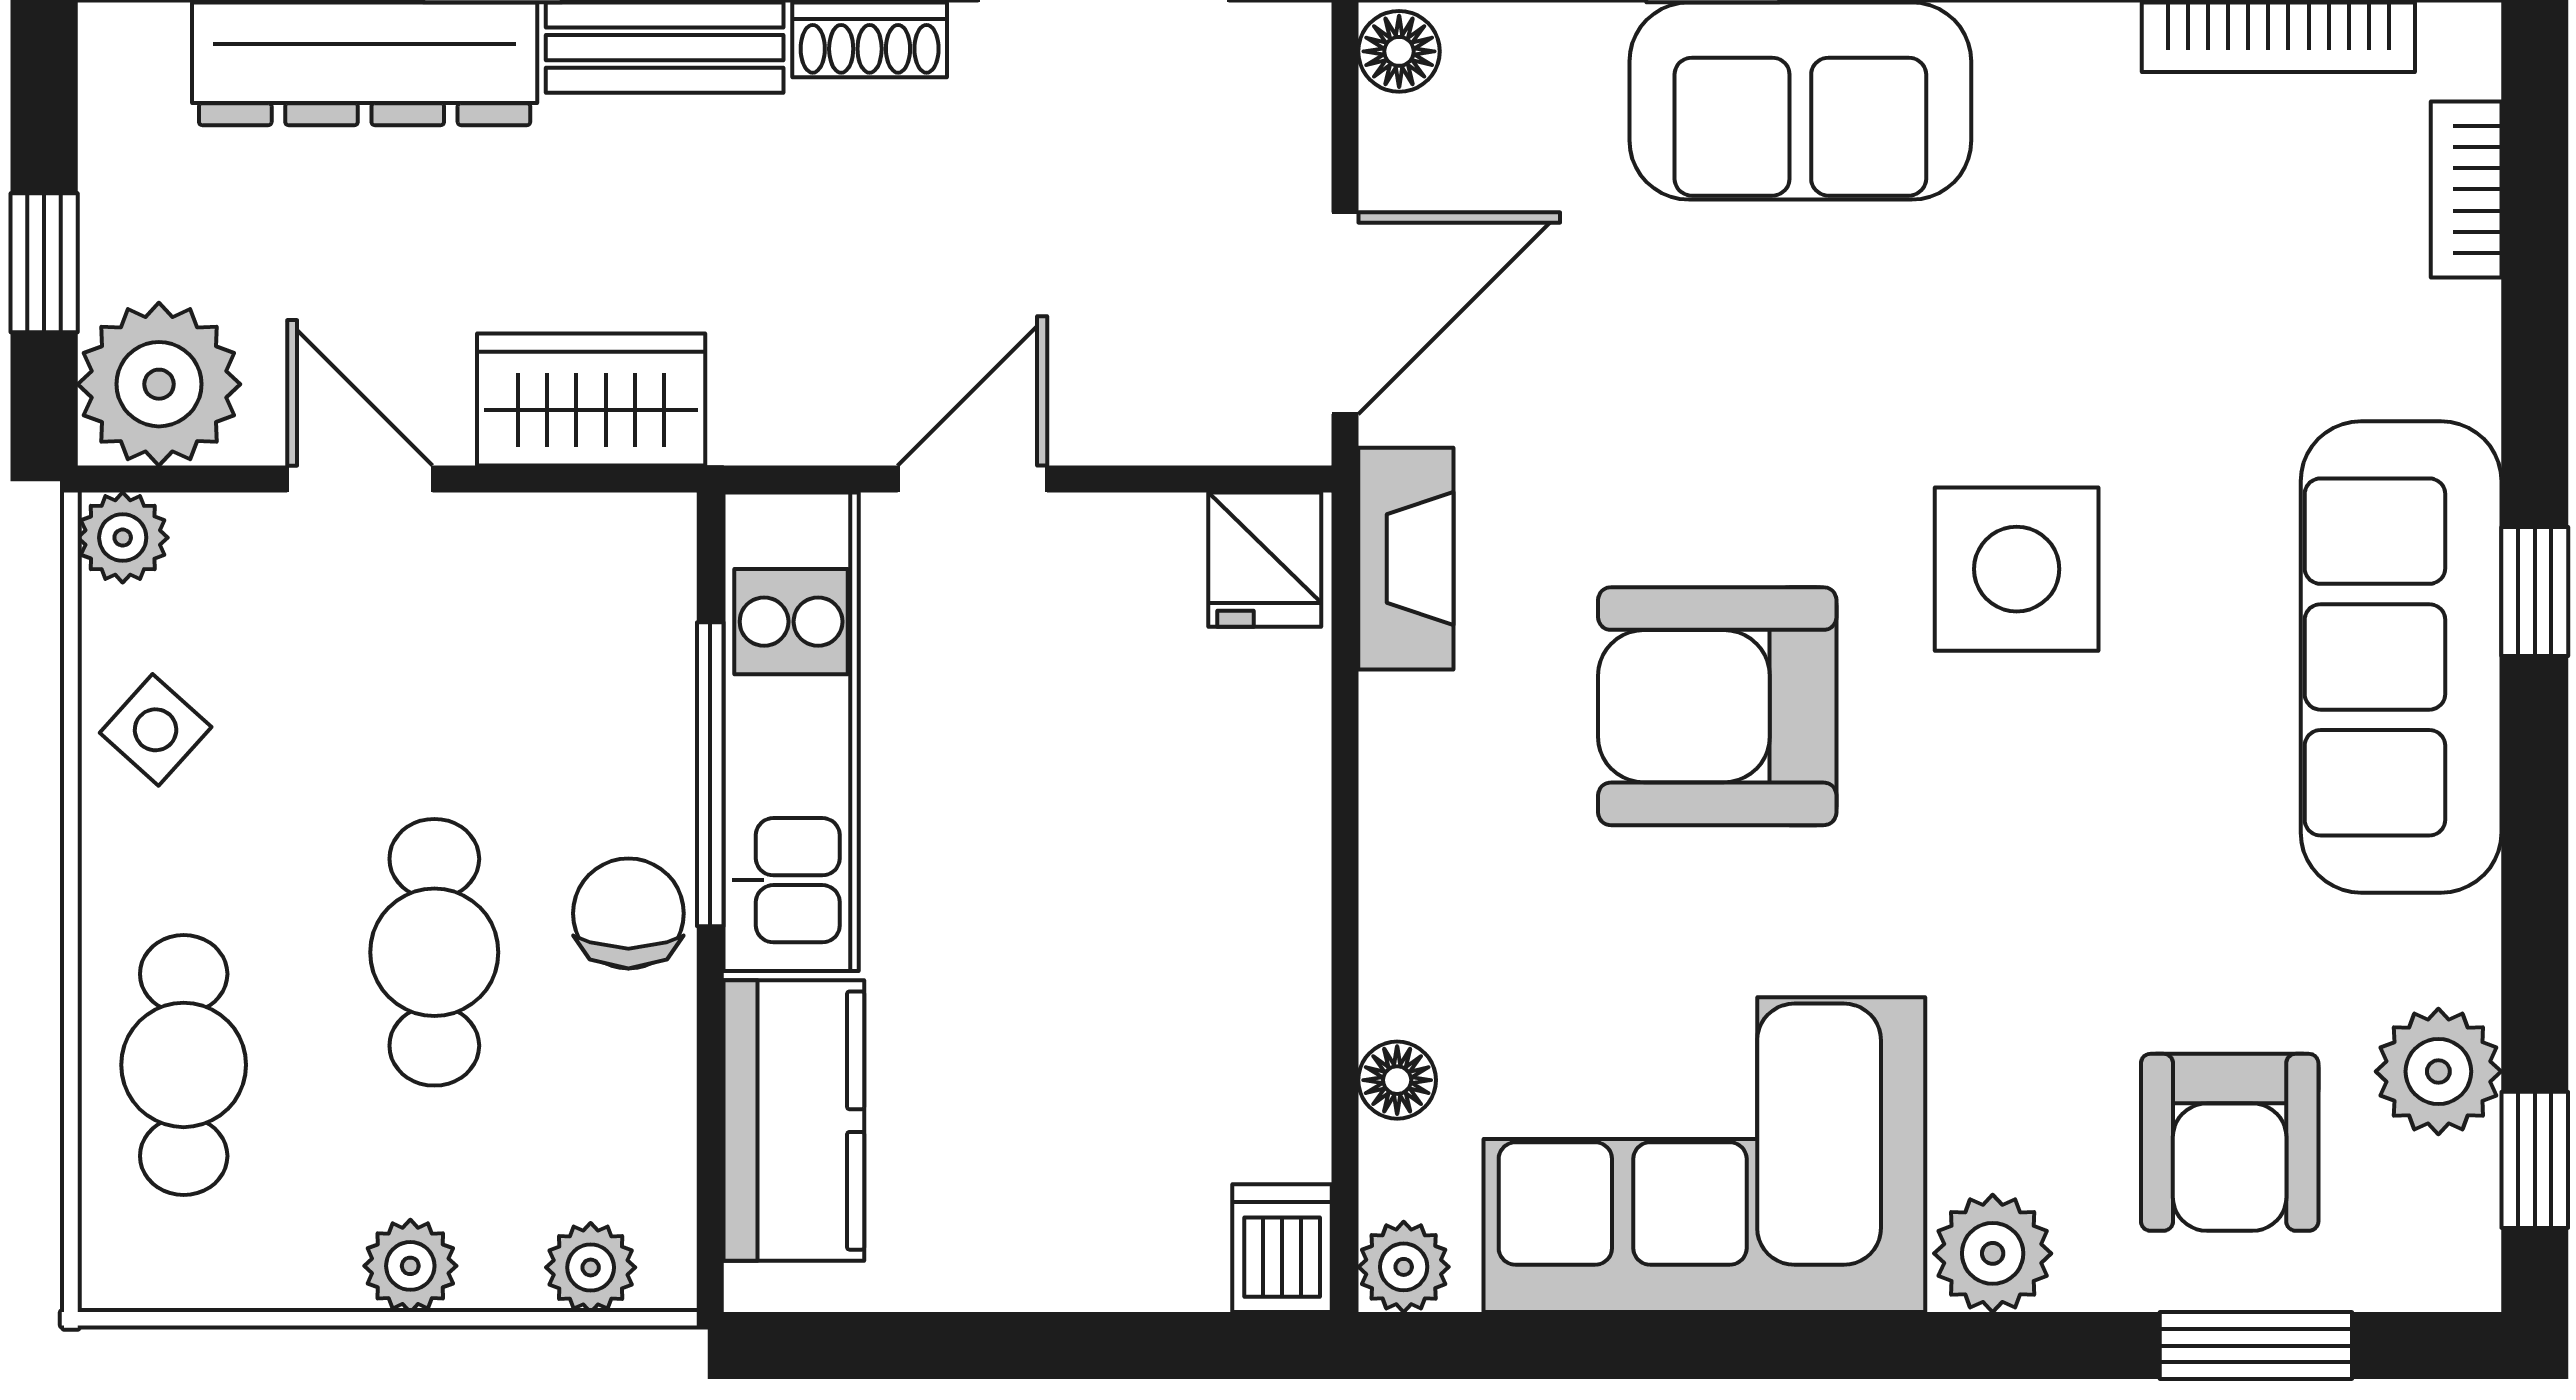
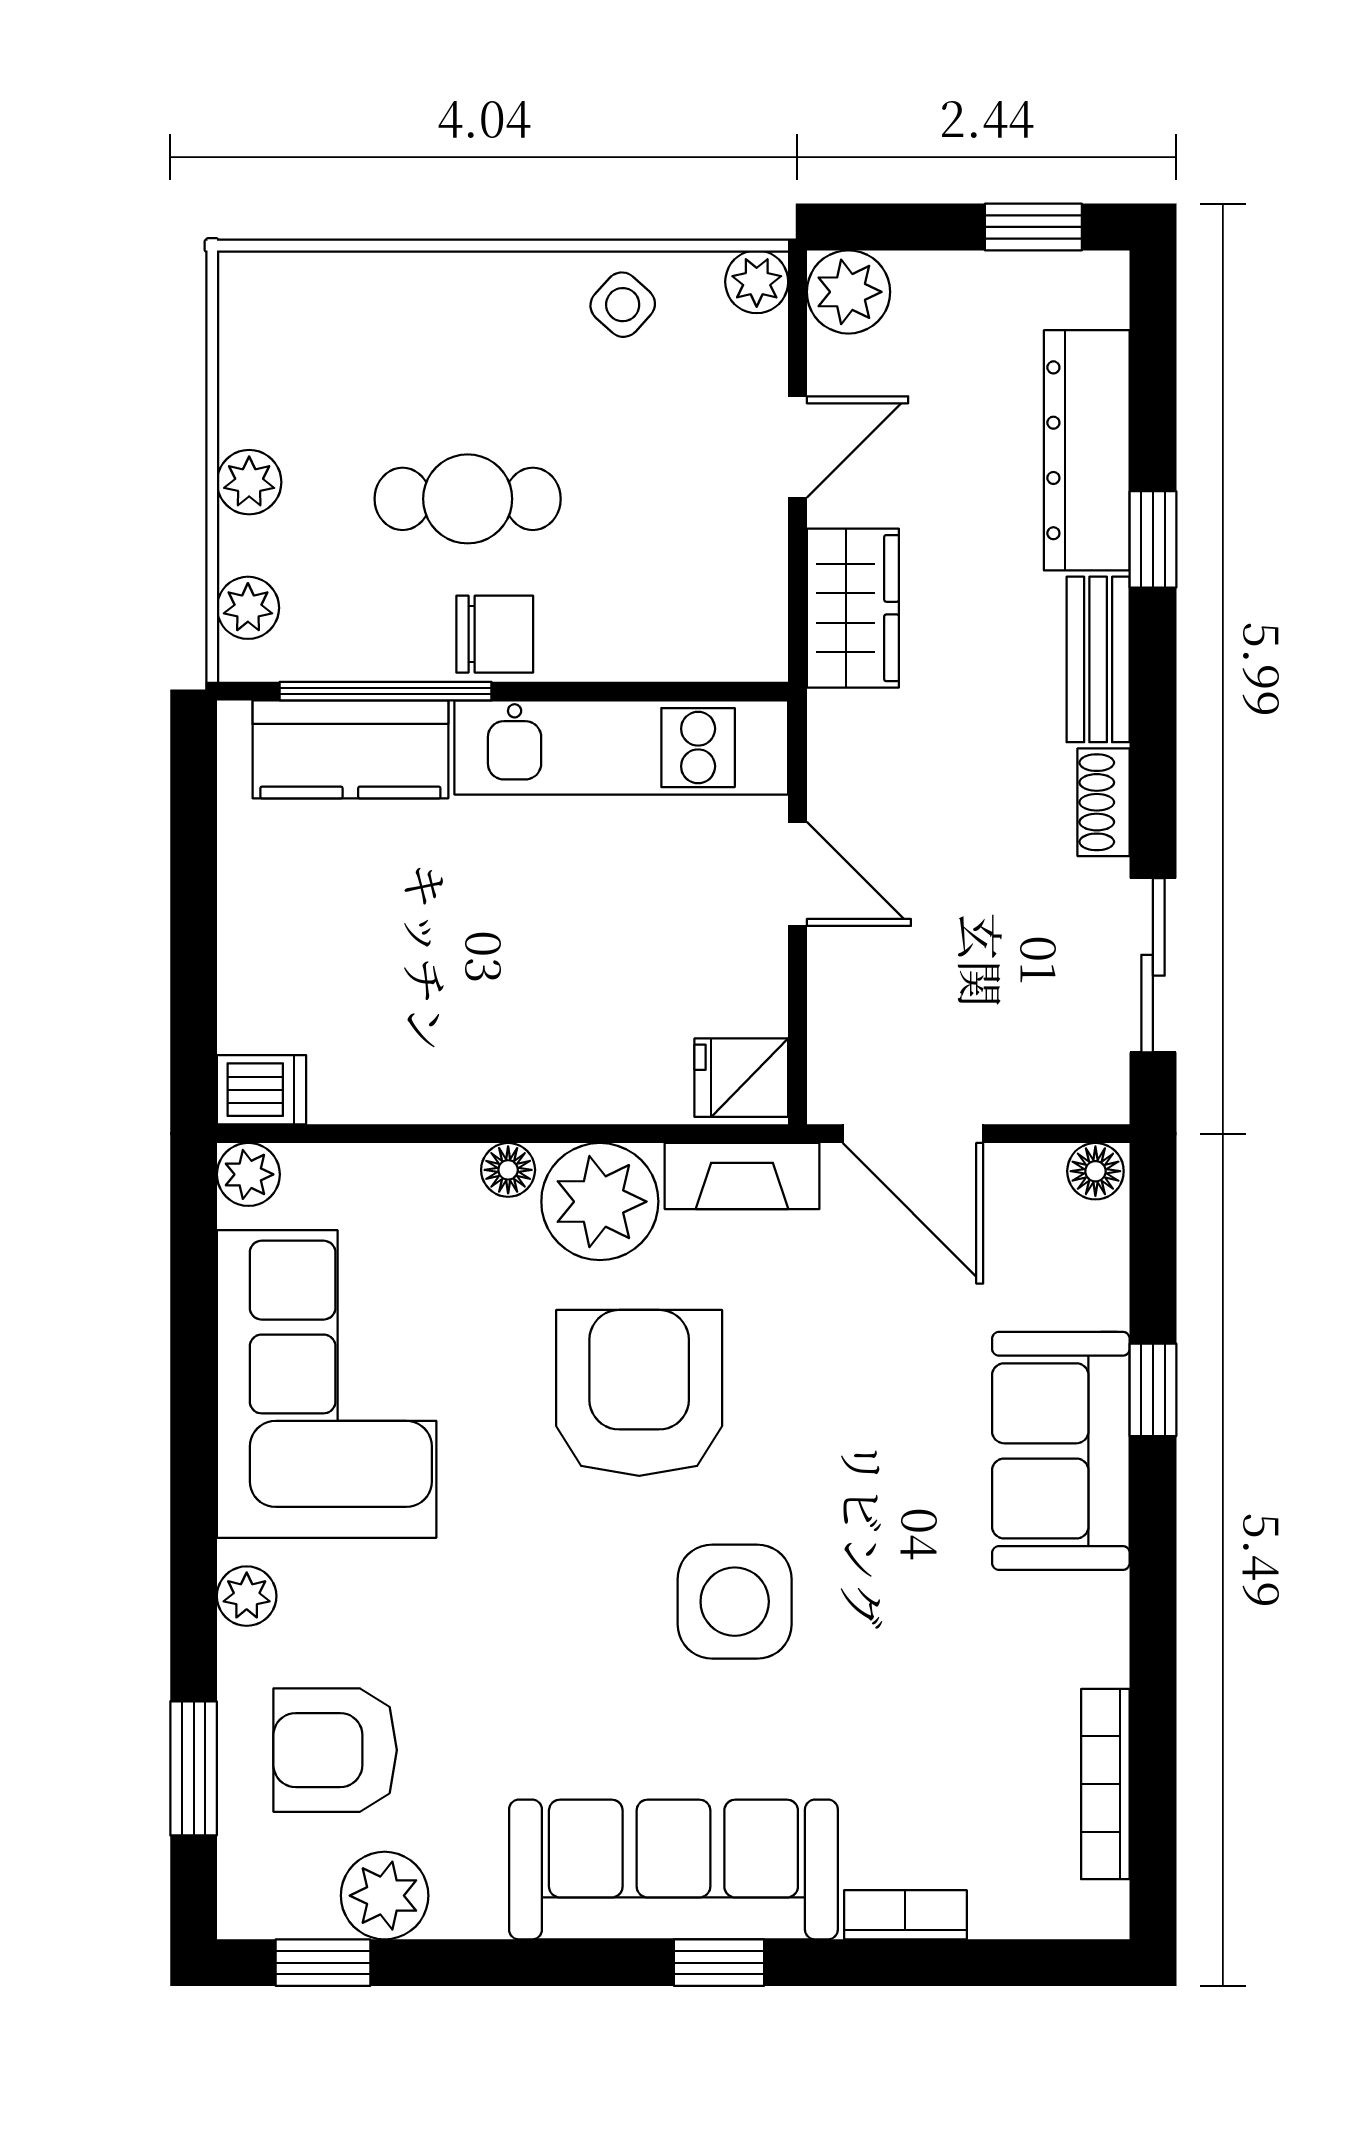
bookcase: (2466, 189) -> (905, 1915), moved
window: (44, 263) -> (1033, 227), moved
plant: (159, 384) -> (848, 292), width x0.73, depth x0.73
plant: (1443, 763) -> (600, 1202), added
window: (710, 774) -> (386, 691), moved
cafe table: (184, 1065) -> (389, 324), removed
floor lamp: (1397, 1080) -> (508, 1170), moved
plant: (1993, 1253) -> (247, 1596), width x0.73, depth x0.73

